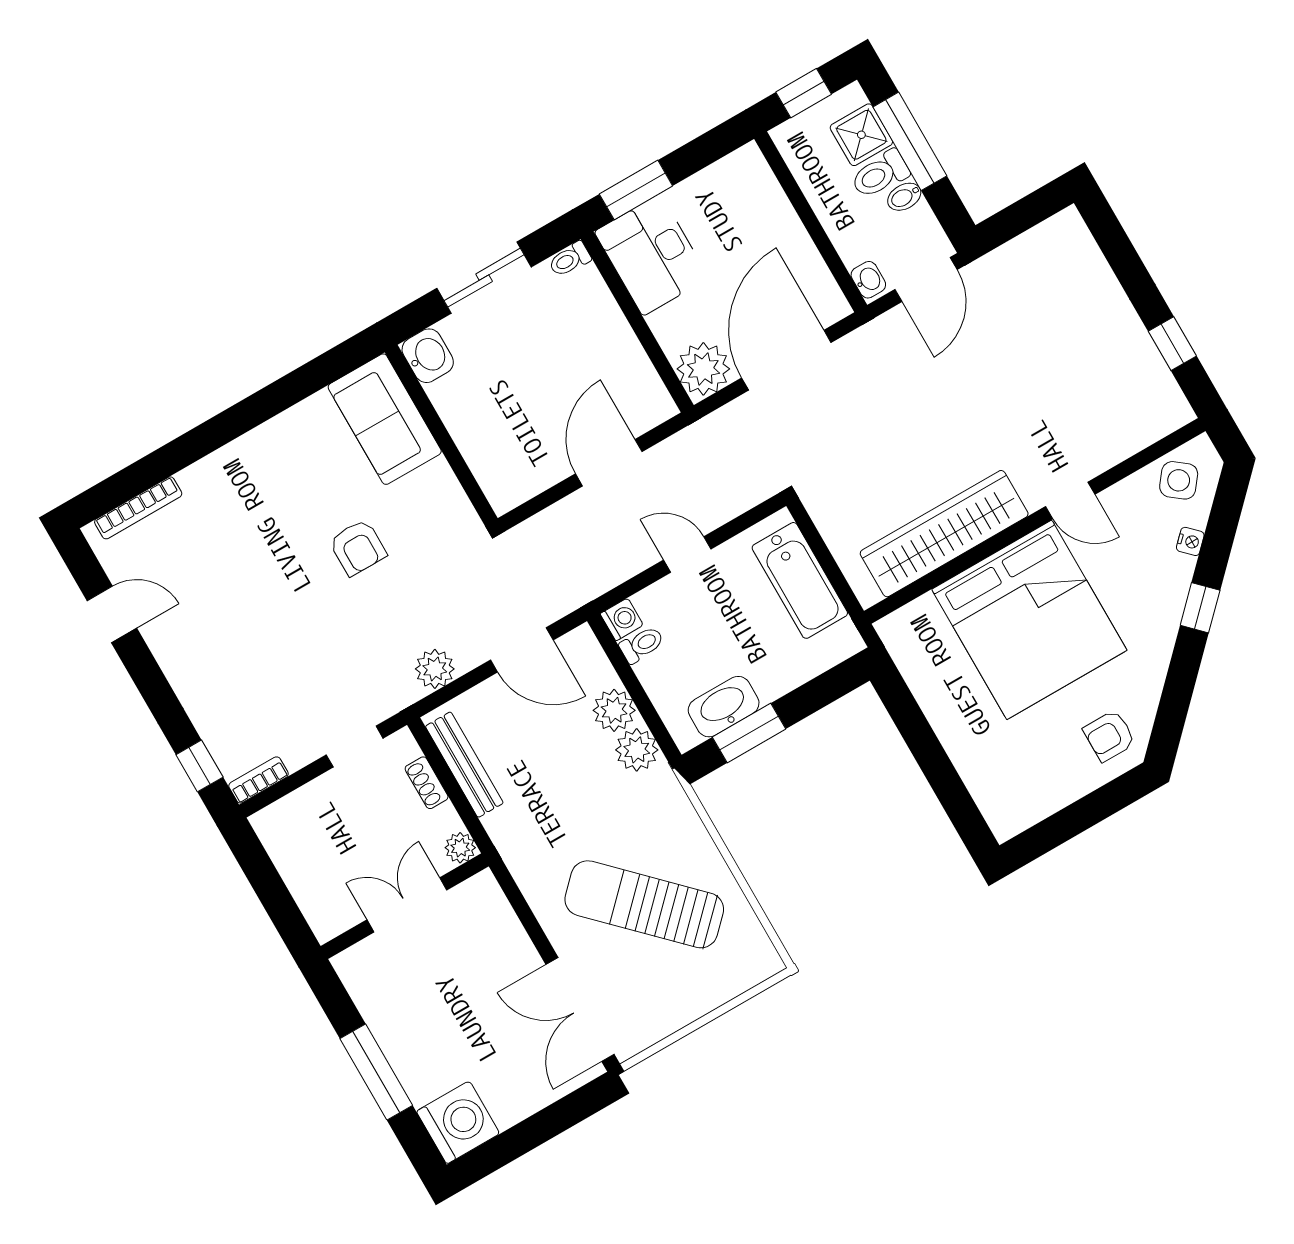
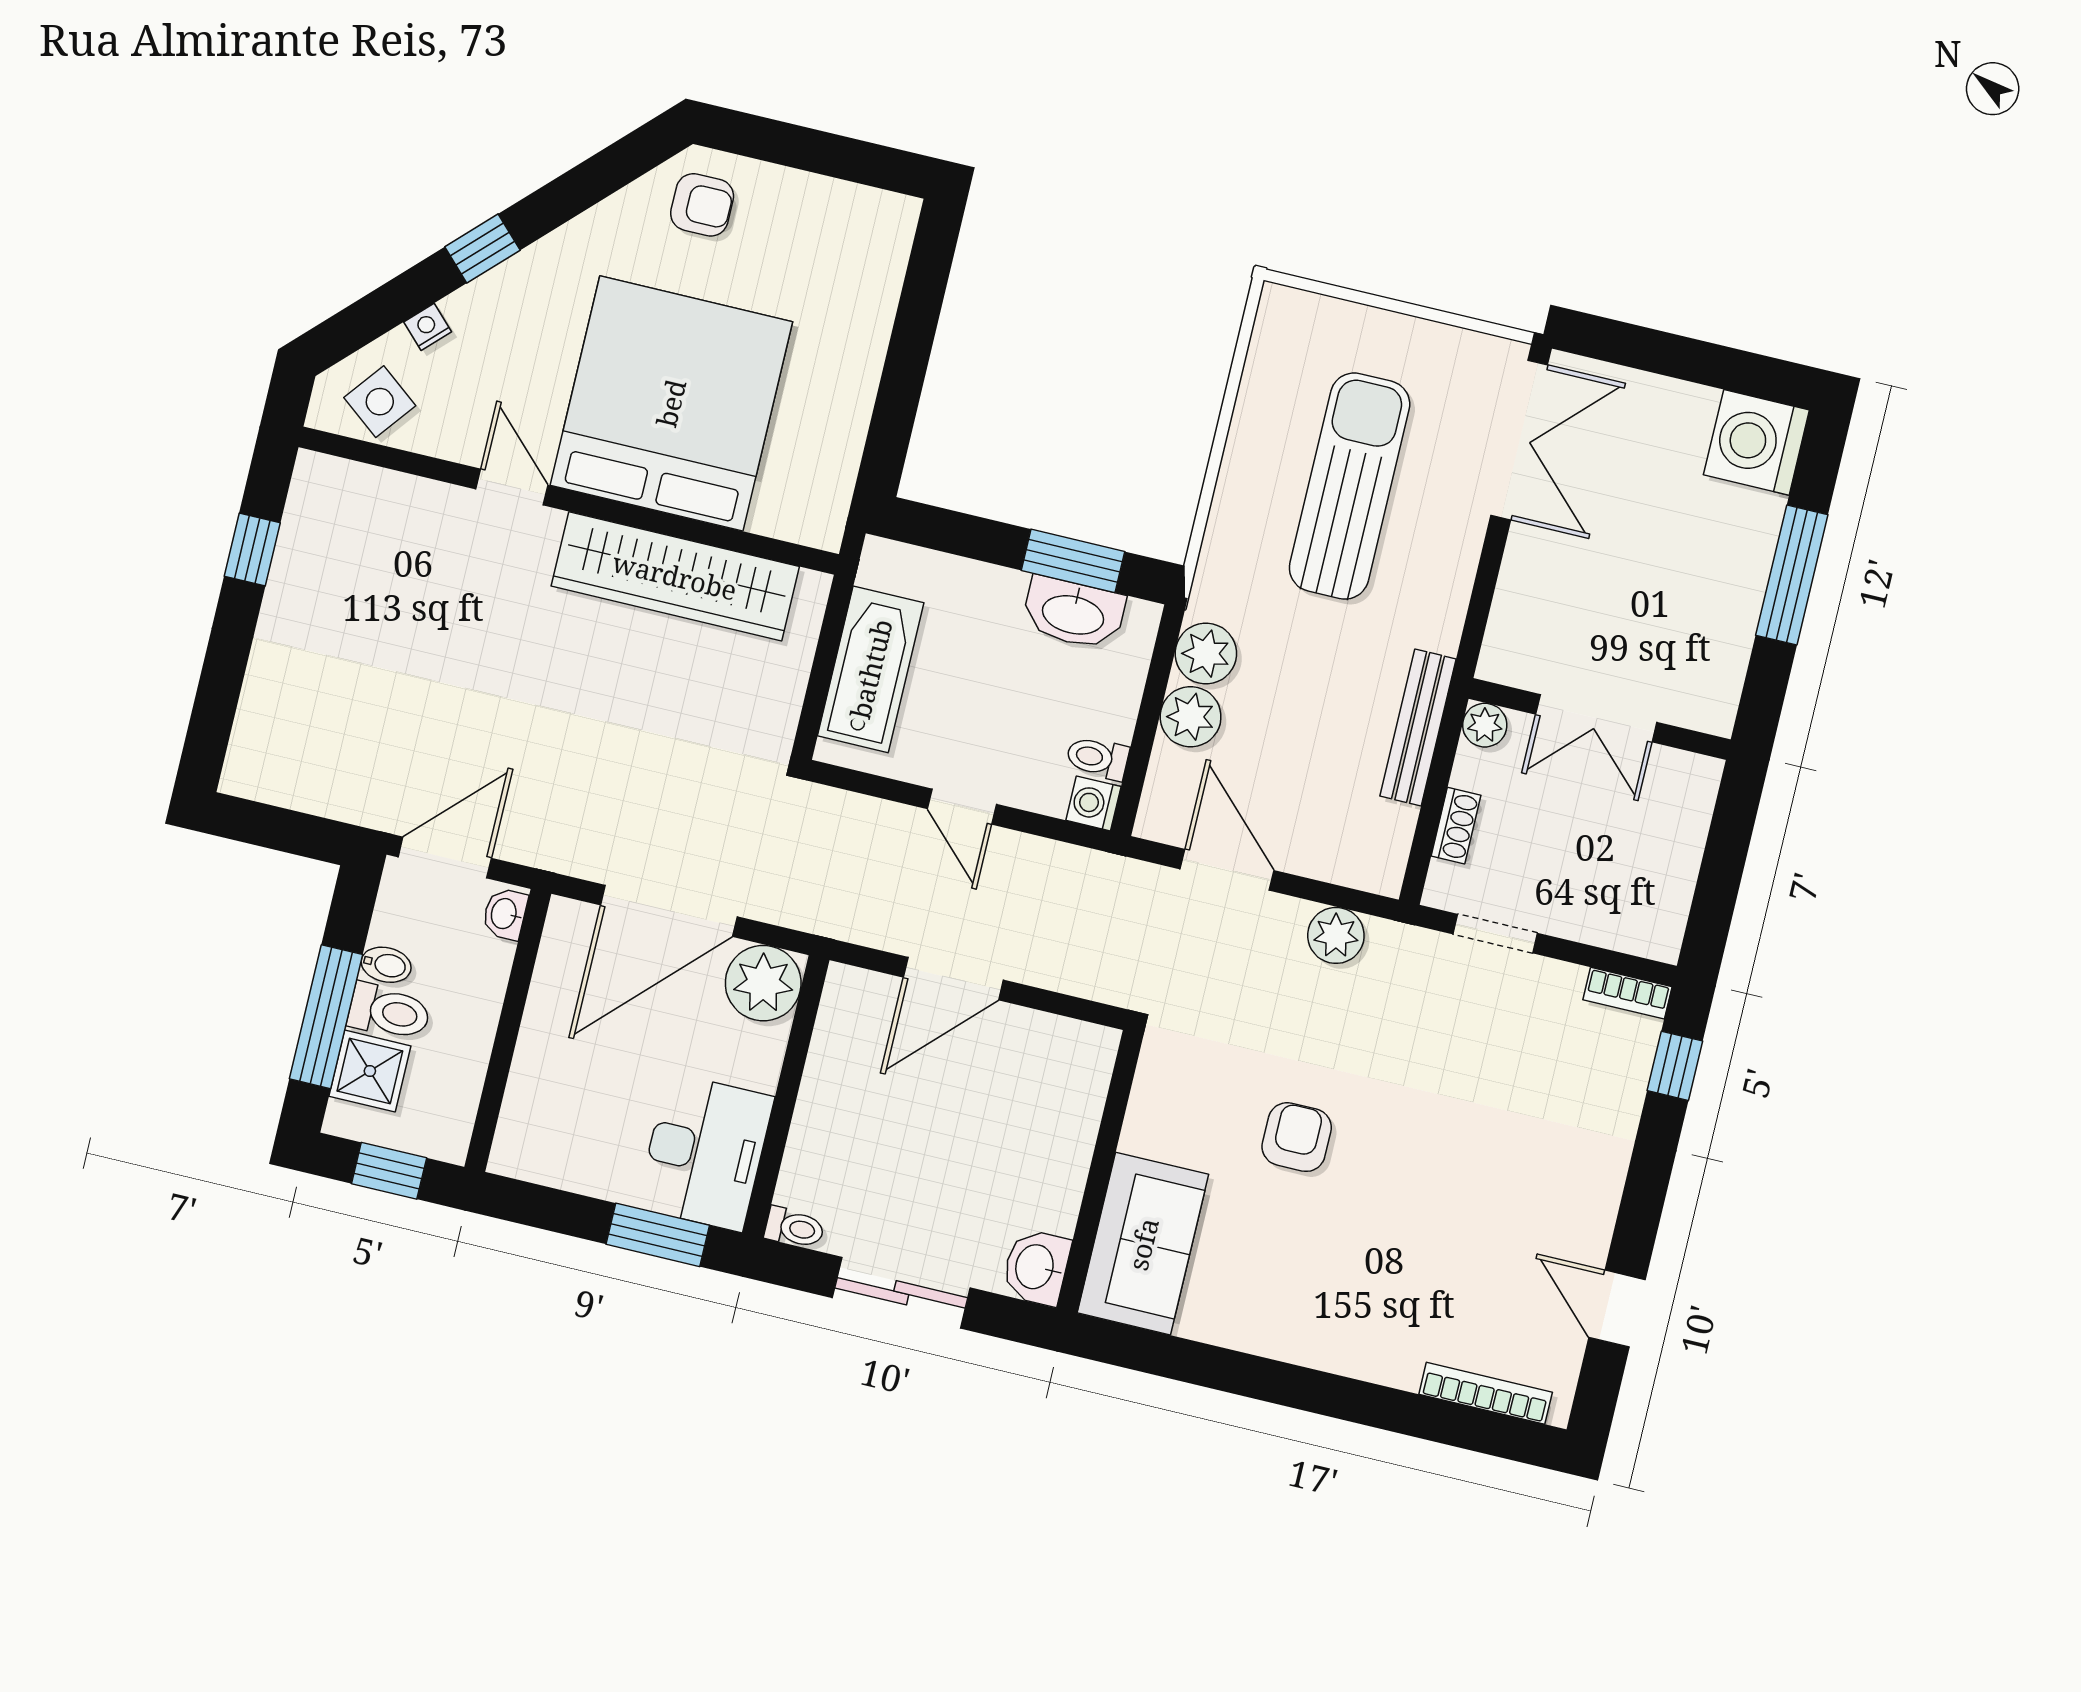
bench: (464, 765) -> (1418, 728), moved
sun lounger: (644, 904) -> (1350, 486), turned -135

